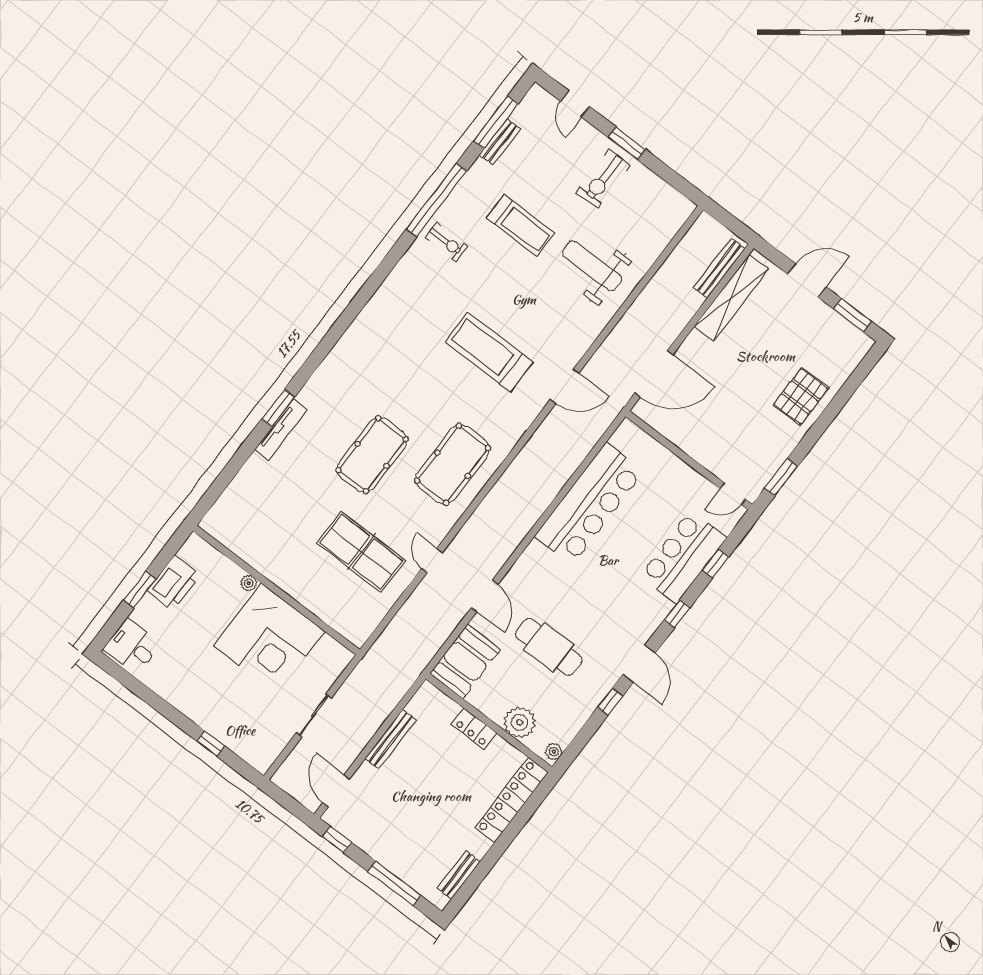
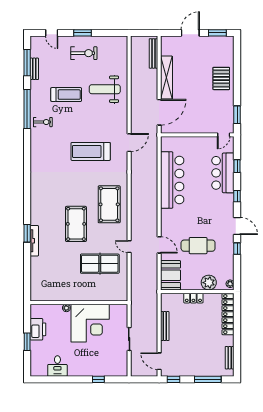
exercise bike: (603, 179) -> (84, 53), turned -90
shelving: (731, 298) -> (167, 78), moved
desk: (132, 646) -> (57, 366), moved, turned -90

